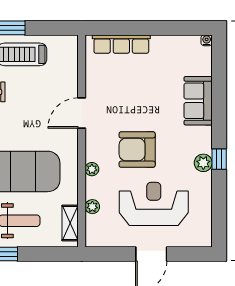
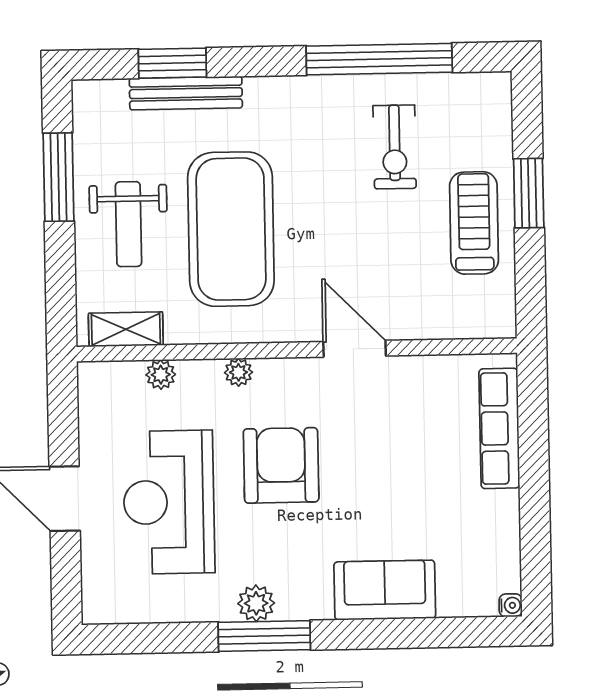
window: (219, 159) -> (264, 636), width x2.17
reception desk: (154, 204) -> (169, 502), turned 180

